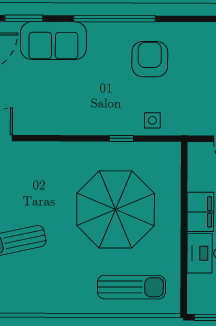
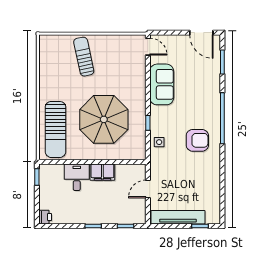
sofa: (53, 41) -> (162, 84), moved, turned 180
sun lounger: (131, 287) -> (55, 129), width x1.36, depth x1.34

